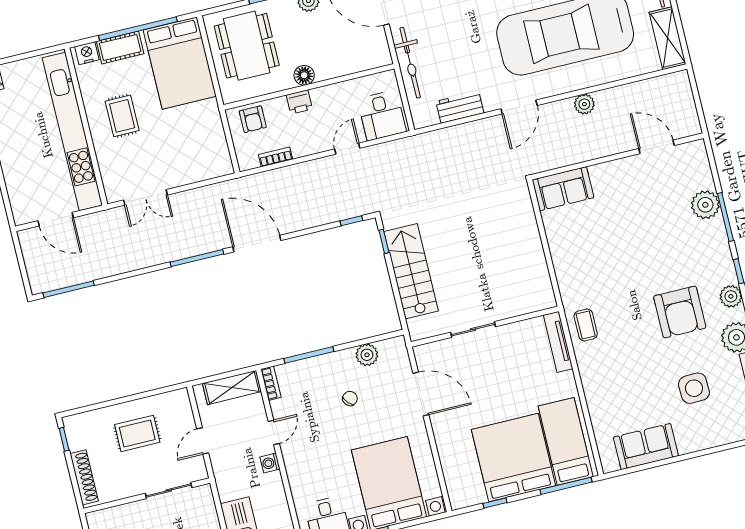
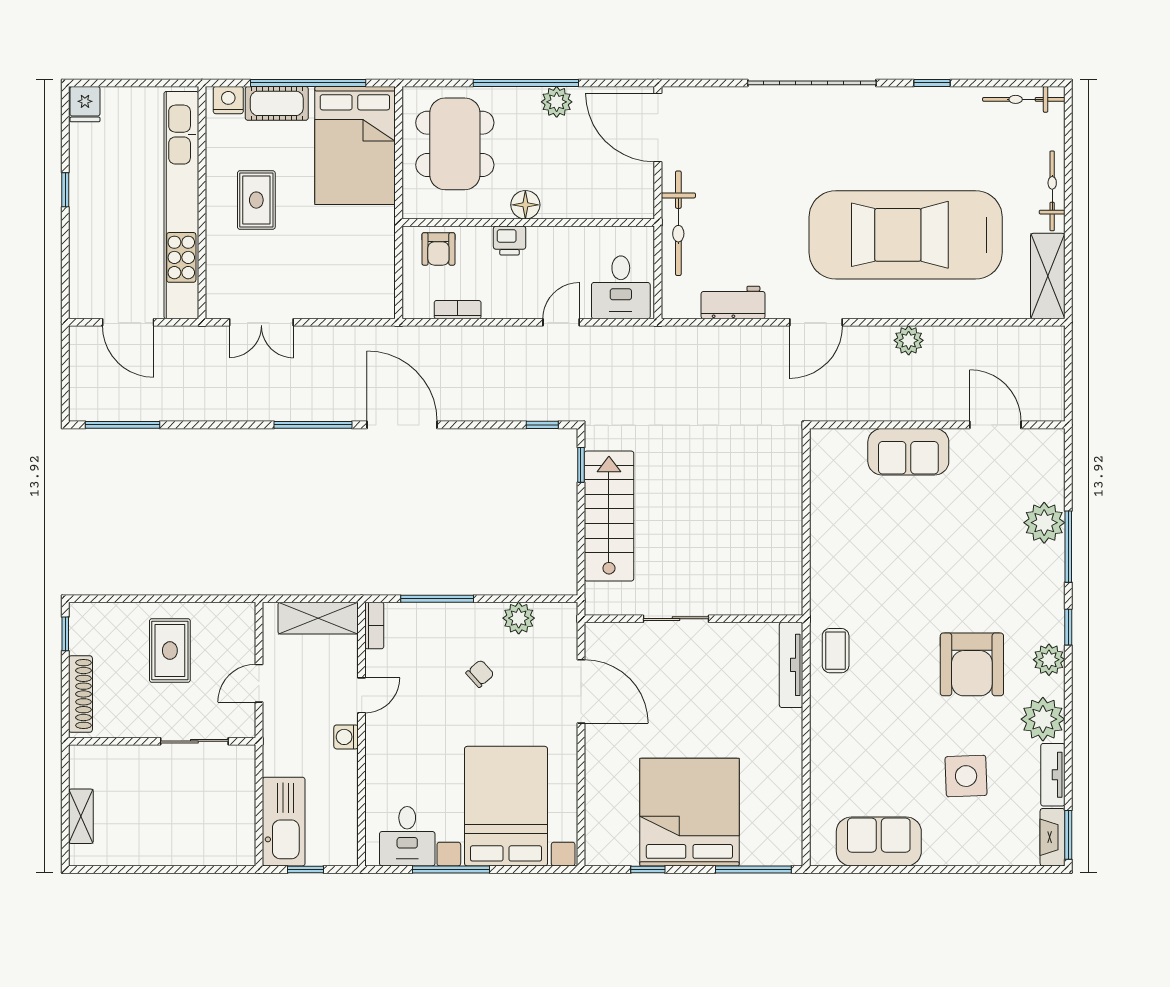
sofa: (563, 189) -> (908, 452), moved
rug: (137, 433) -> (170, 651), turned 90
bed: (566, 441) -> (768, 807), removed

